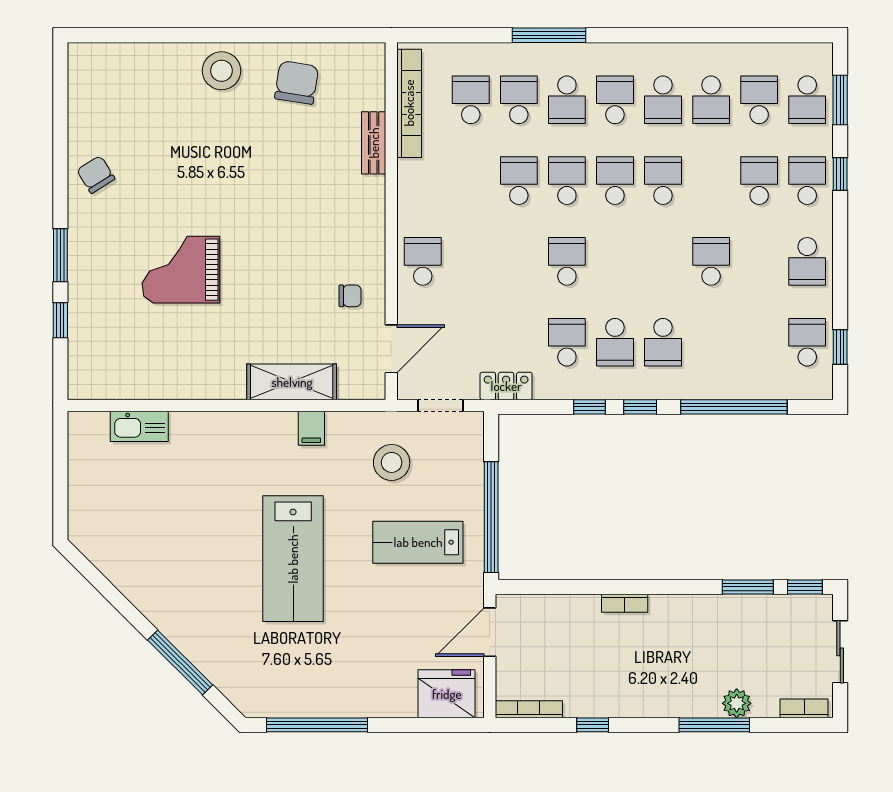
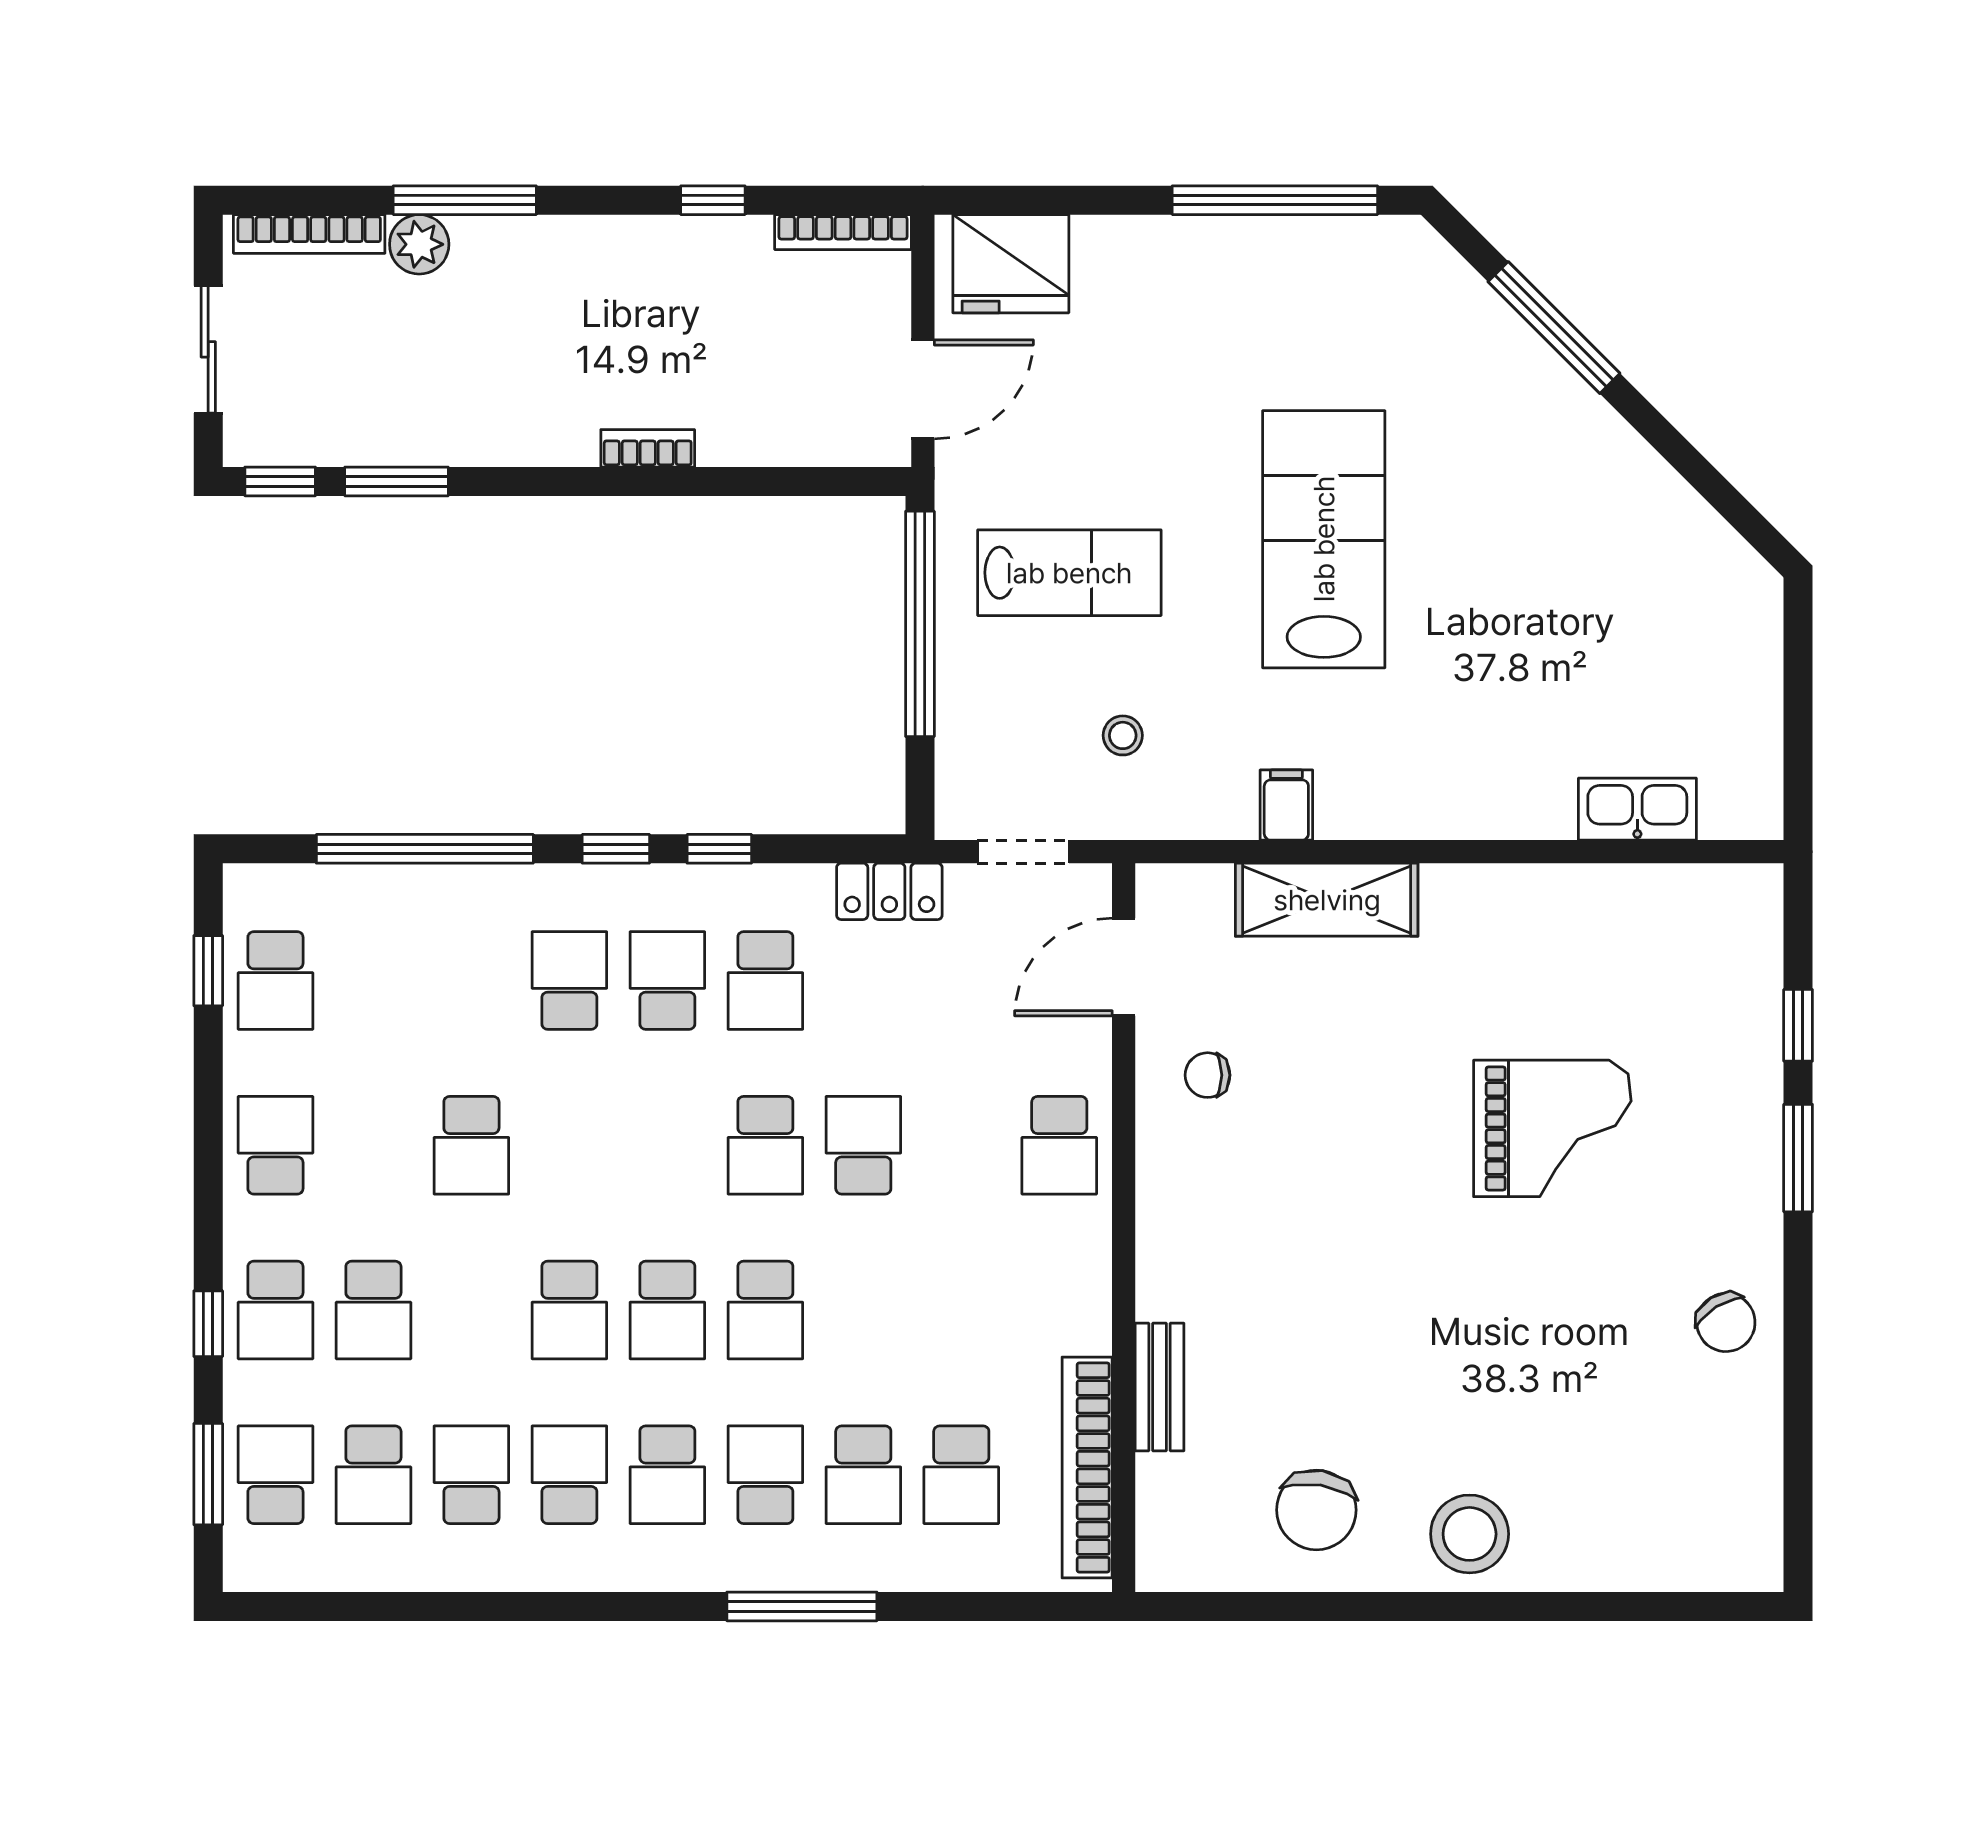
school desk: (519, 181) -> (863, 1145), moved, turned 180
stool: (392, 462) -> (1123, 735), width x0.53, depth x0.53
bookcase: (804, 708) -> (309, 234), width x1.56

